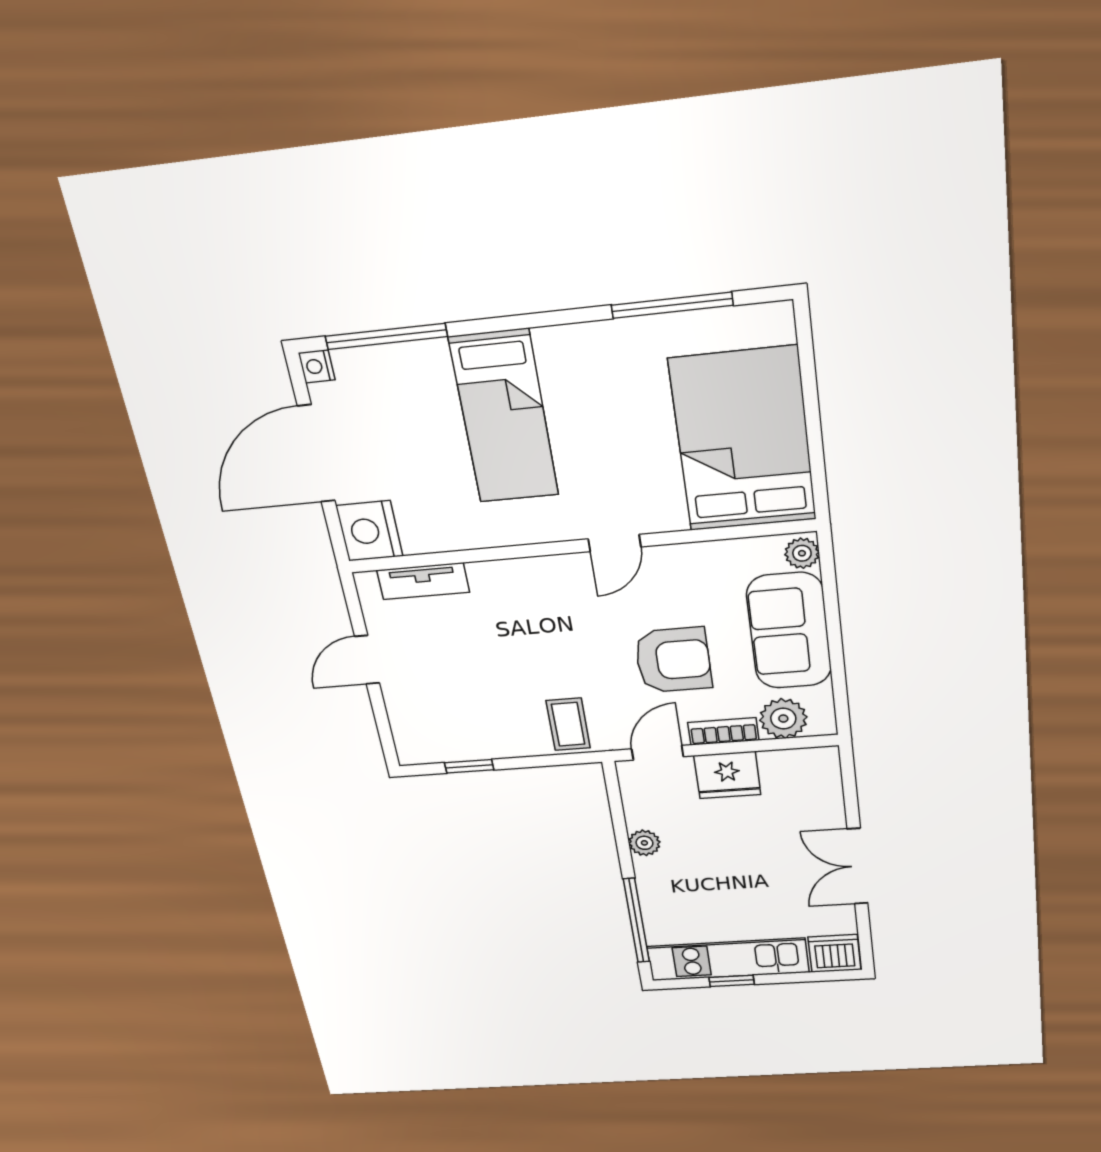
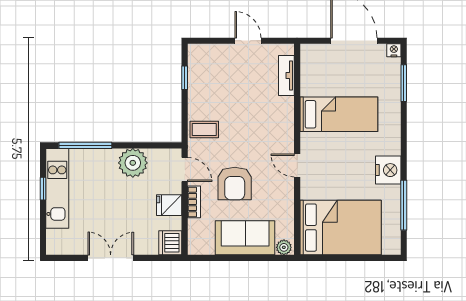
window: (386, 336) -> (404, 83), width x0.69
bed: (504, 417) -> (339, 114), moved, turned 180
nightstand: (369, 531) -> (388, 170), moved, turned 90
plant: (783, 719) -> (199, 231), removed
fridge: (727, 775) -> (169, 205), width x0.72
plant: (644, 843) -> (133, 163), width x1.88, depth x1.88
dishwasher: (835, 953) -> (170, 243), moved, turned 180

